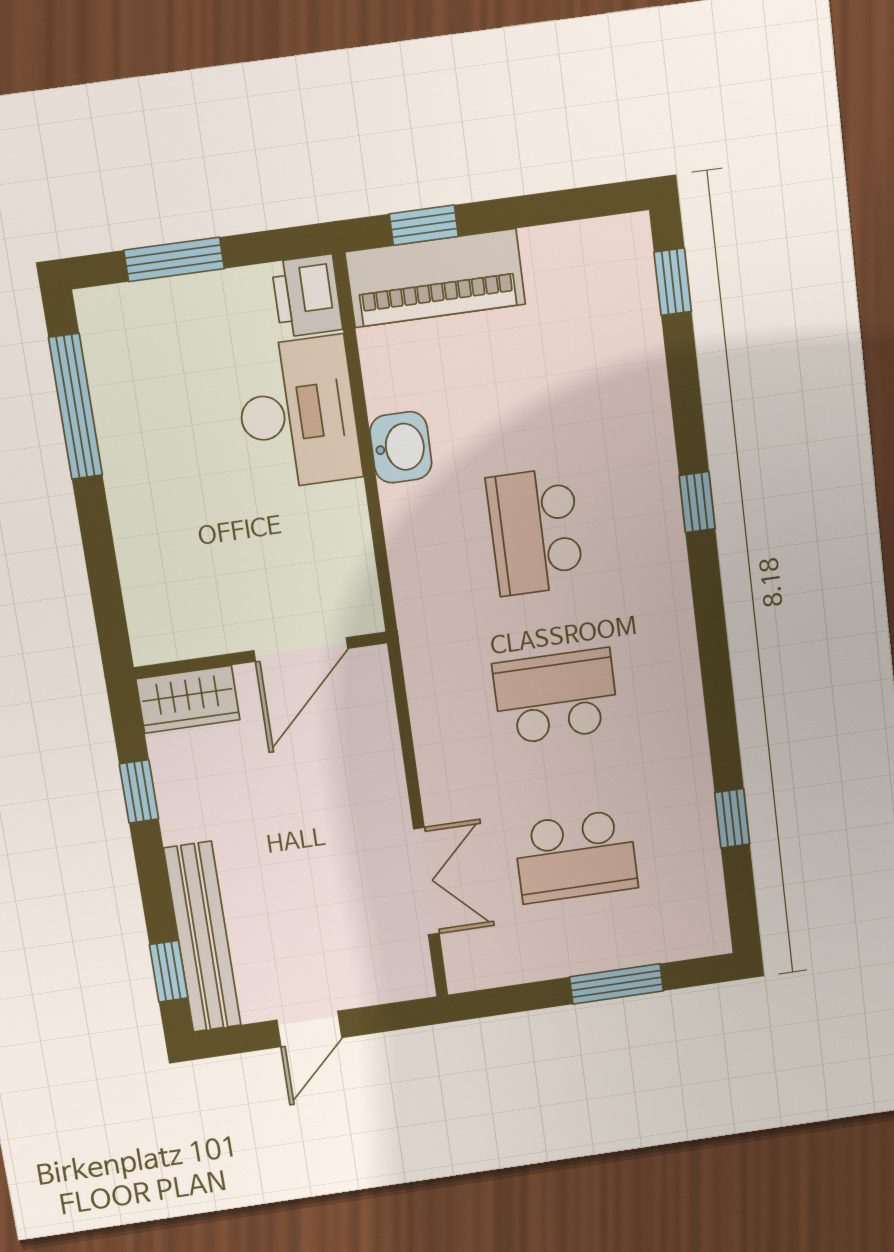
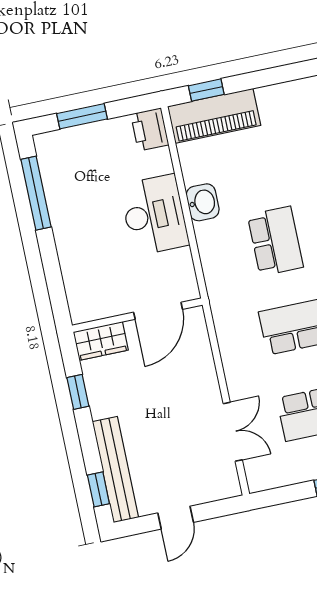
desk: (298, 413) -> (154, 215), moved
school desk: (535, 532) -> (275, 241), turned 180

